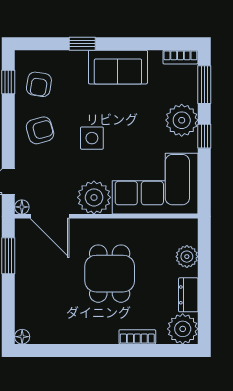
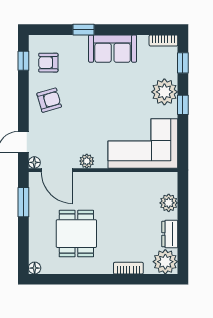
armchair: (39, 84) -> (48, 63), turned 81
window: (204, 85) -> (183, 63), width x0.67
side table: (92, 138) -> (91, 106), removed
plant: (94, 197) -> (87, 161), width x0.53, depth x0.53
dining table: (110, 274) -> (76, 234), moved

